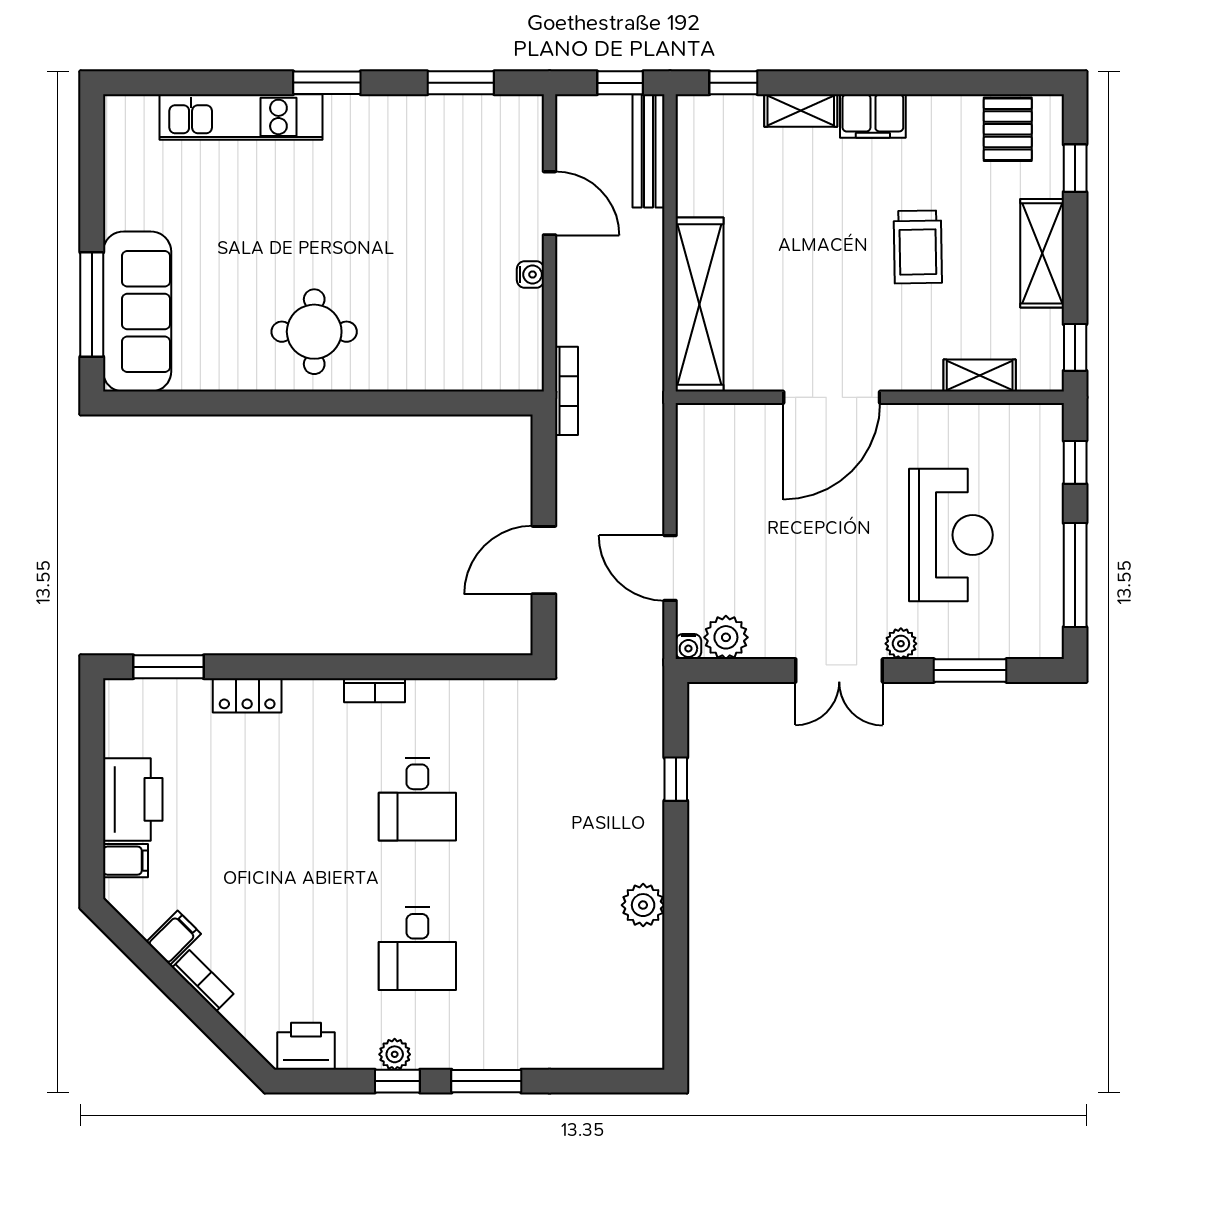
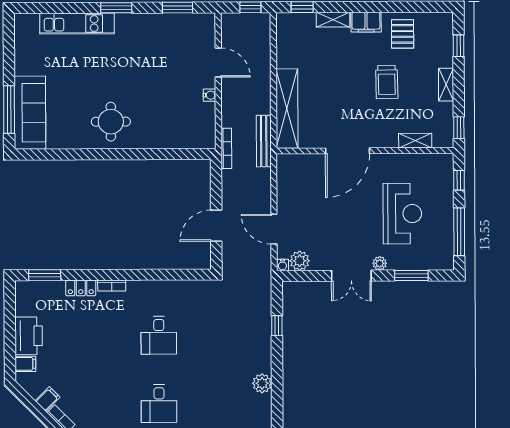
pallet: (1008, 129) -> (403, 34), moved
bench: (649, 151) -> (264, 141), moved
shelving: (1042, 253) -> (446, 85), width x0.67, depth x0.75
bookcase: (375, 690) -> (112, 286), moved

